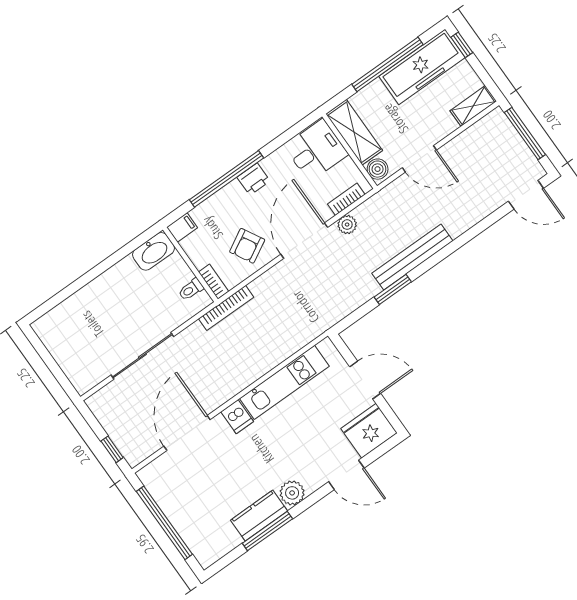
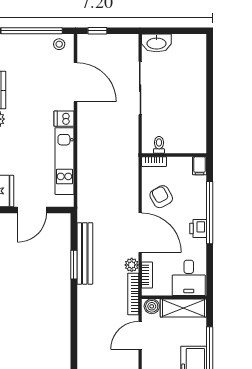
washbasin: (153, 251) -> (156, 43), moved, turned -90
bench: (412, 257) -> (85, 253), moved
bookcase: (226, 308) -> (133, 294), moved
stool: (158, 481) -> (59, 44), added

